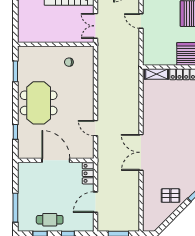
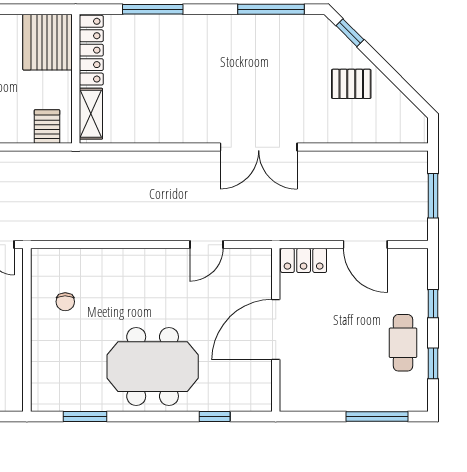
server rack: (151, 54) -> (47, 126), added
pallet: (170, 196) -> (351, 84), turned 90

